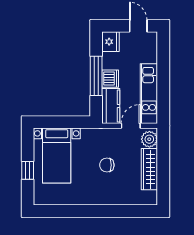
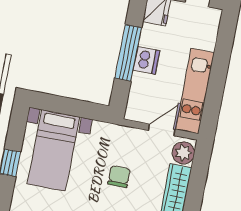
kitchen counter: (111, 106) -> (140, 98), removed
chair: (107, 165) -> (119, 177), turned 90

